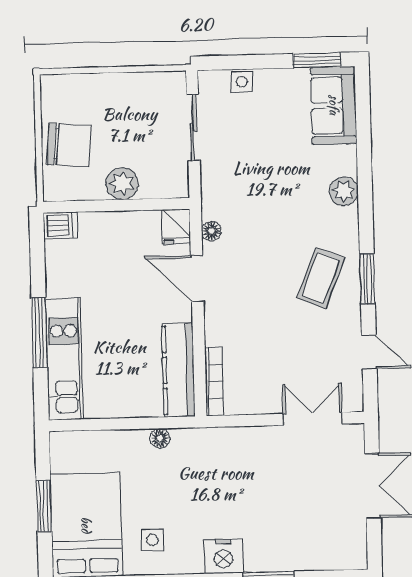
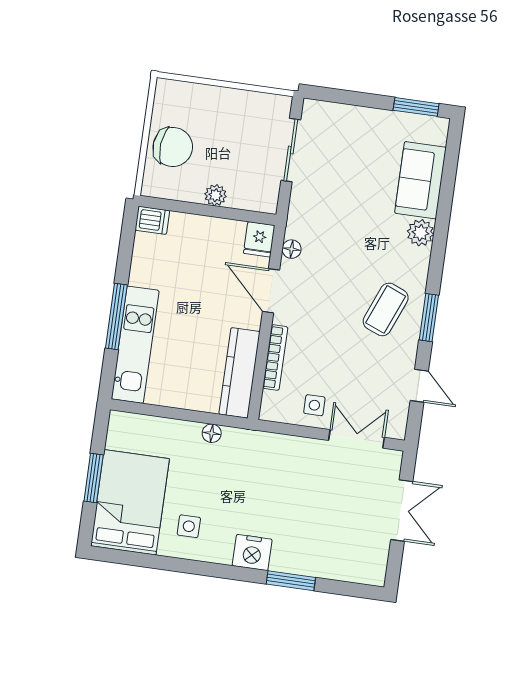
side table: (242, 82) -> (314, 405), moved
sofa: (334, 105) -> (420, 180), moved
plant: (122, 184) -> (216, 195), width x0.73, depth x0.73
bookcase: (214, 382) -> (275, 357), moved

